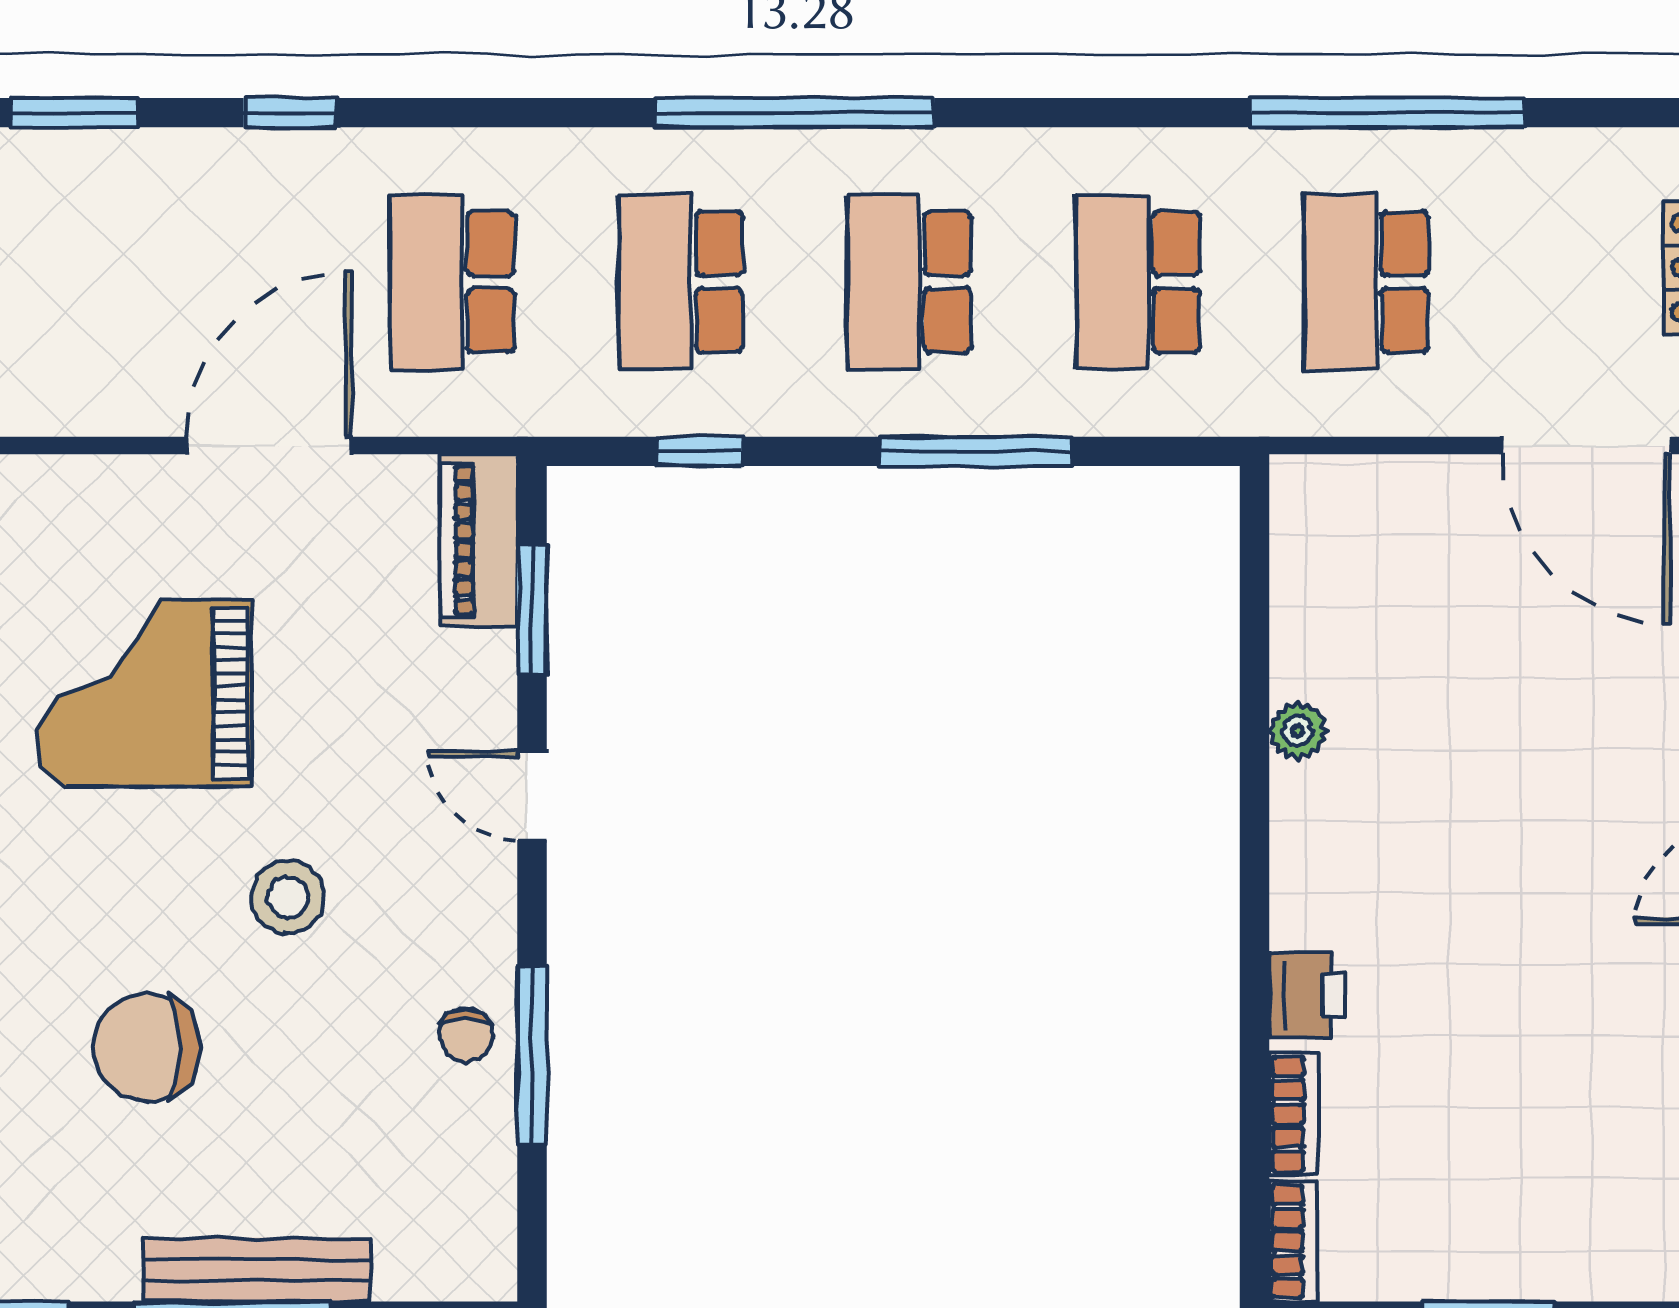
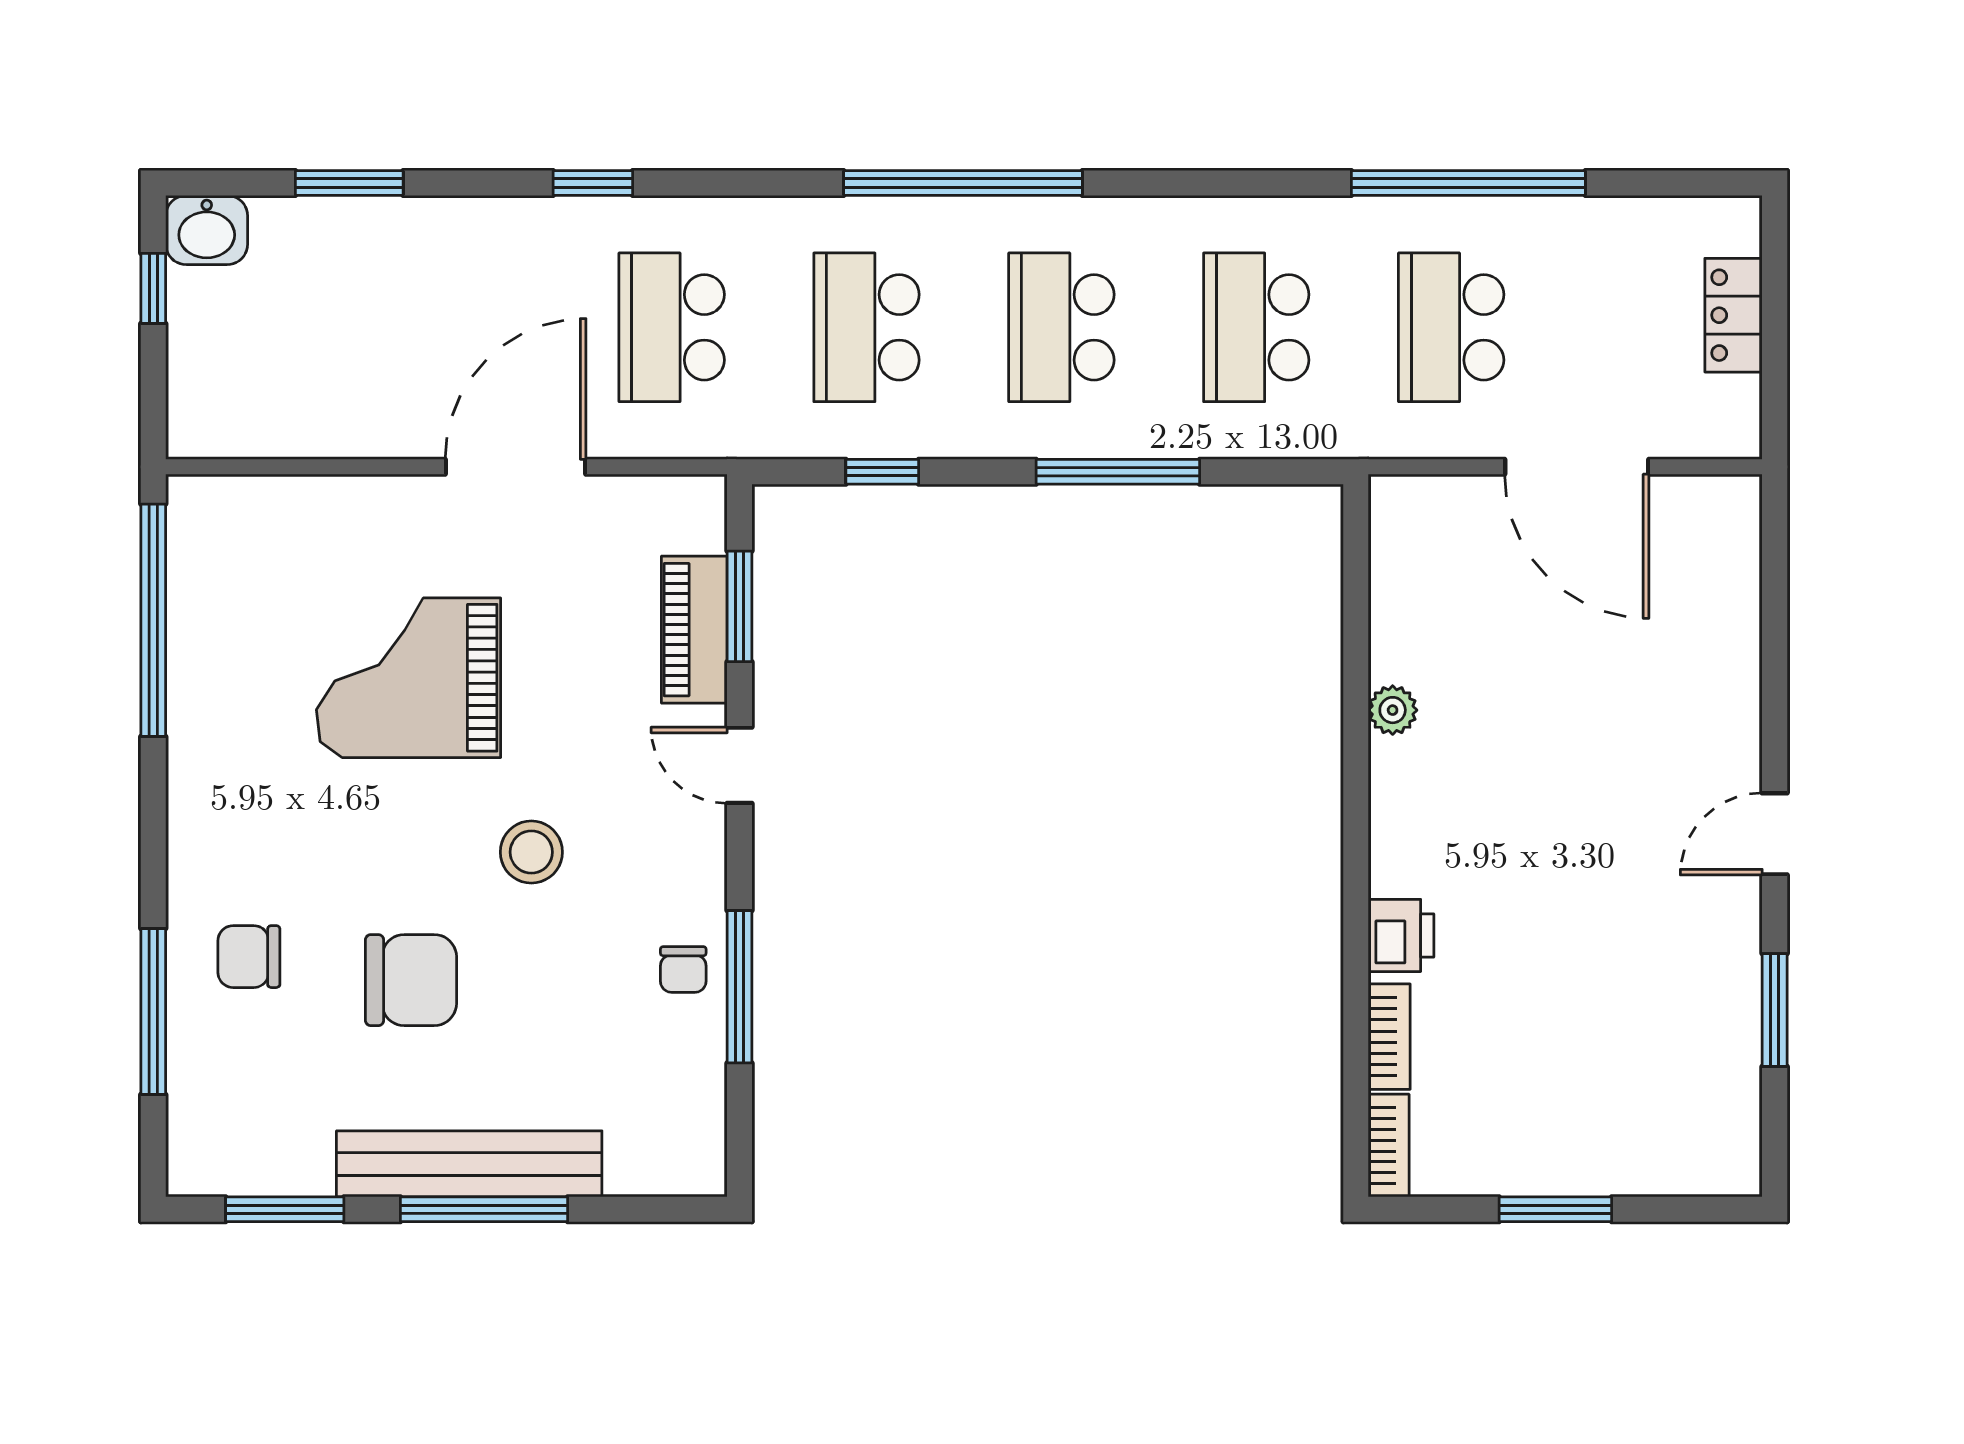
window: (290, 113) -> (593, 183), moved
door: (1586, 446) -> (1577, 467), moved
piano: (479, 541) -> (694, 630), moved
chair: (147, 1047) -> (411, 980), turned 180
bench: (257, 1270) -> (469, 1164), width x1.37, depth x1.21

